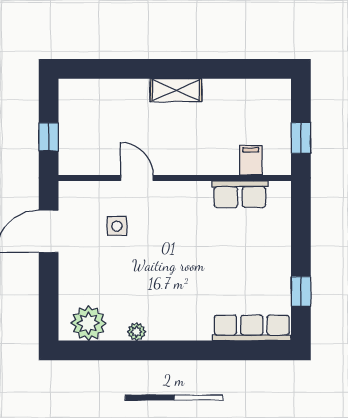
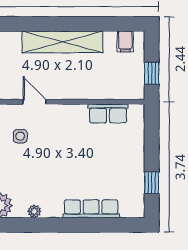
shelving: (176, 90) -> (62, 42), width x2.20, depth x1.33
filing cabinet: (251, 160) -> (125, 41), moved, turned 180
row of seats: (252, 328) -> (91, 209), moved

